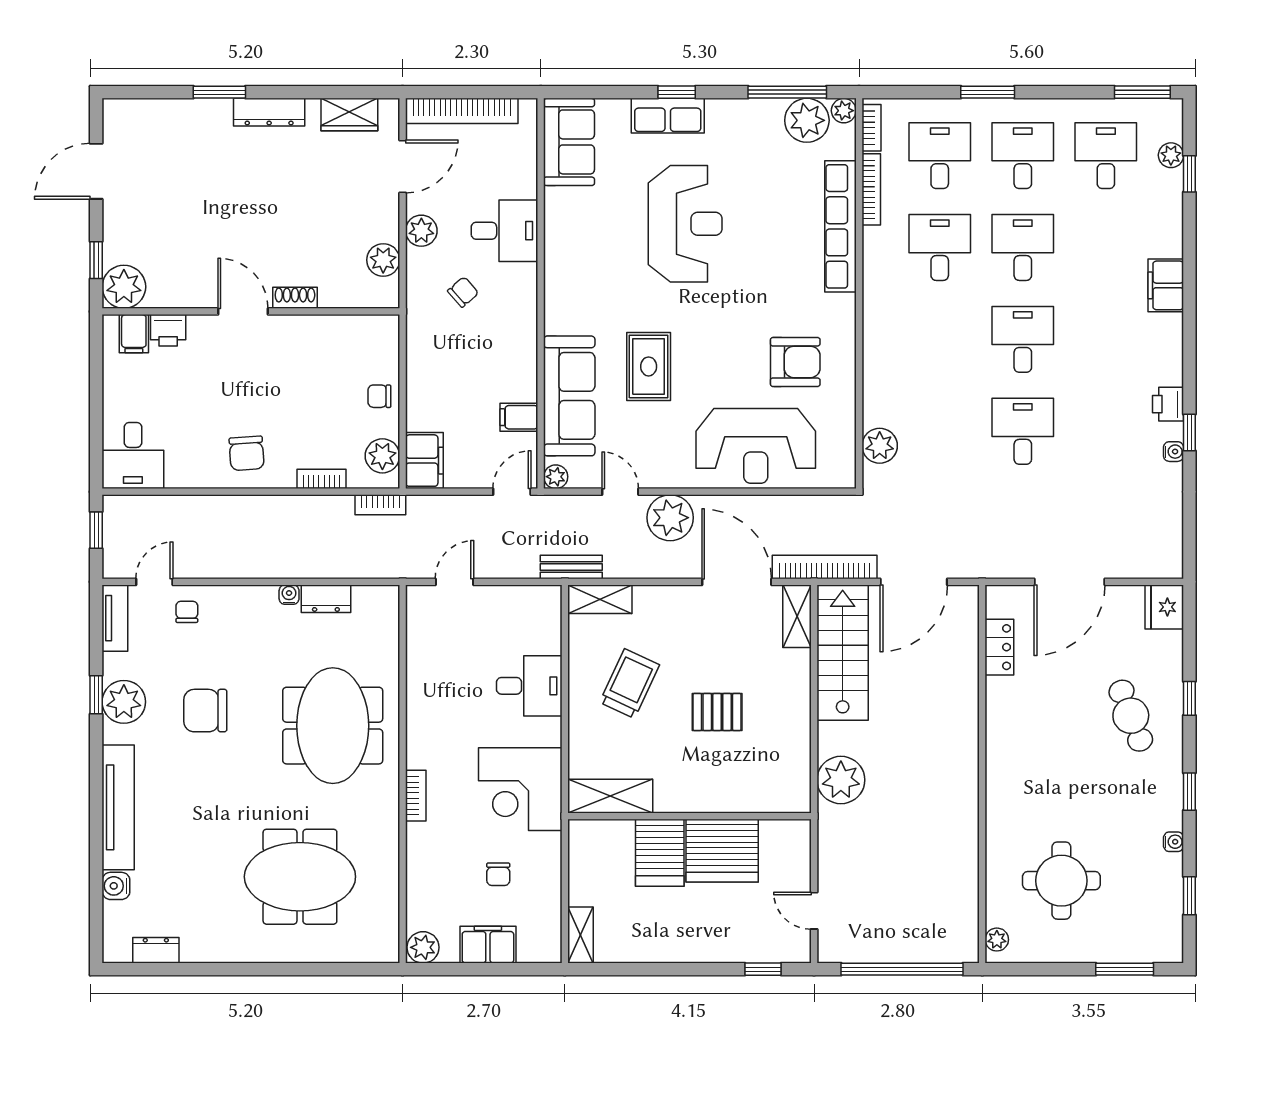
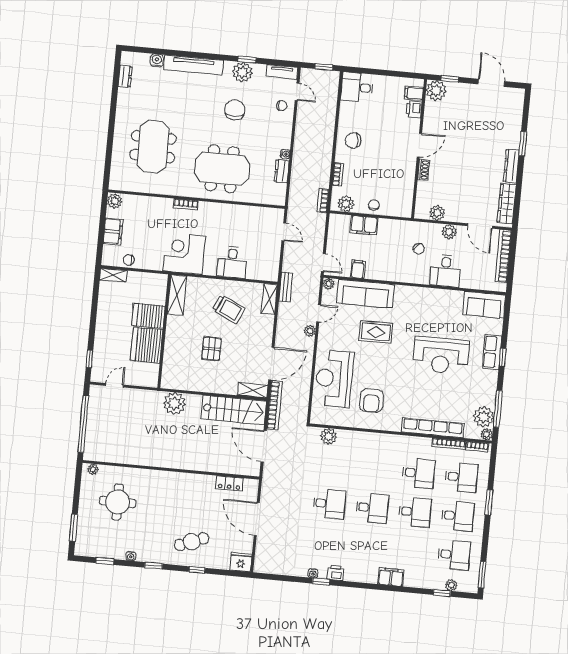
wardrobe: (349, 115) -> (507, 203), width x1.50
filing cabinet: (424, 461) -> (364, 225), moved
plant: (670, 518) -> (310, 331), width x0.53, depth x0.53
chair: (498, 874) -> (129, 260), moved

